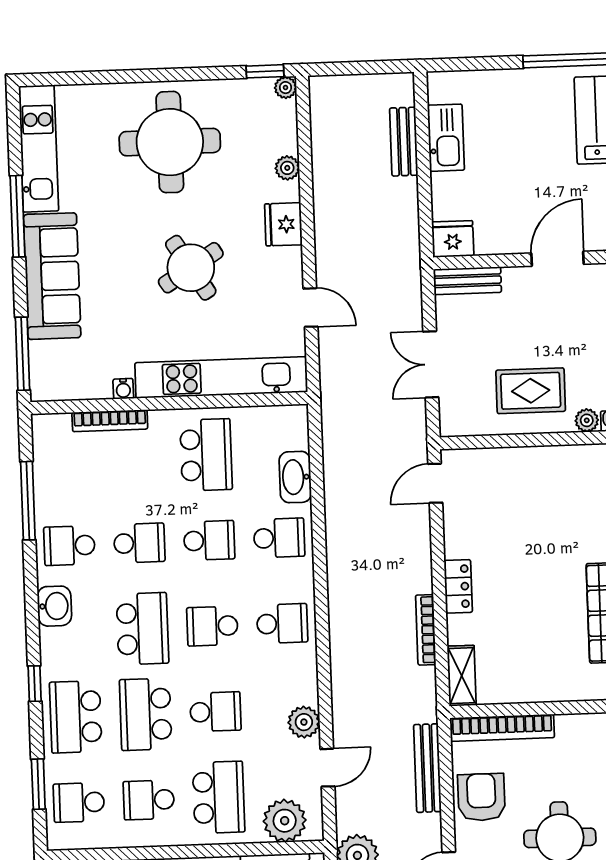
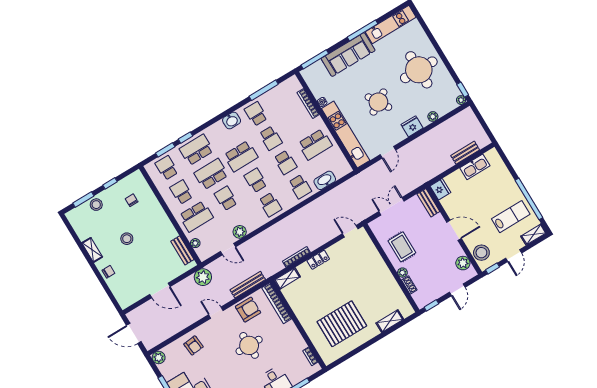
window: (35, 684) -> (186, 138), moved
school desk: (215, 712) -> (226, 198), turned 180
plant: (285, 821) -> (195, 243), width x0.53, depth x0.53

